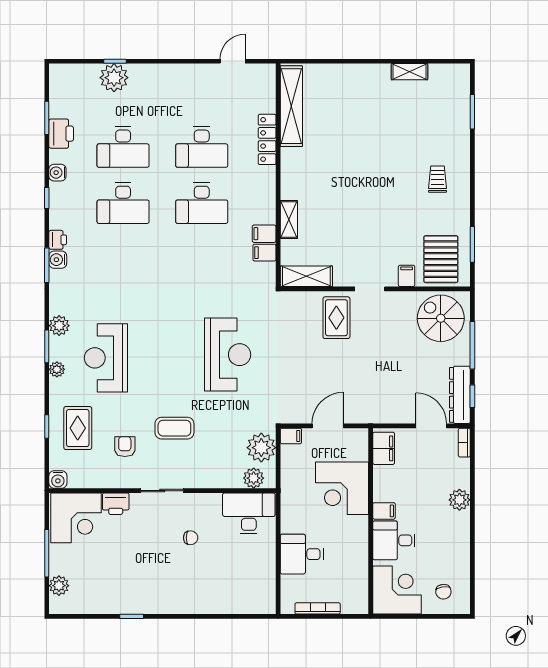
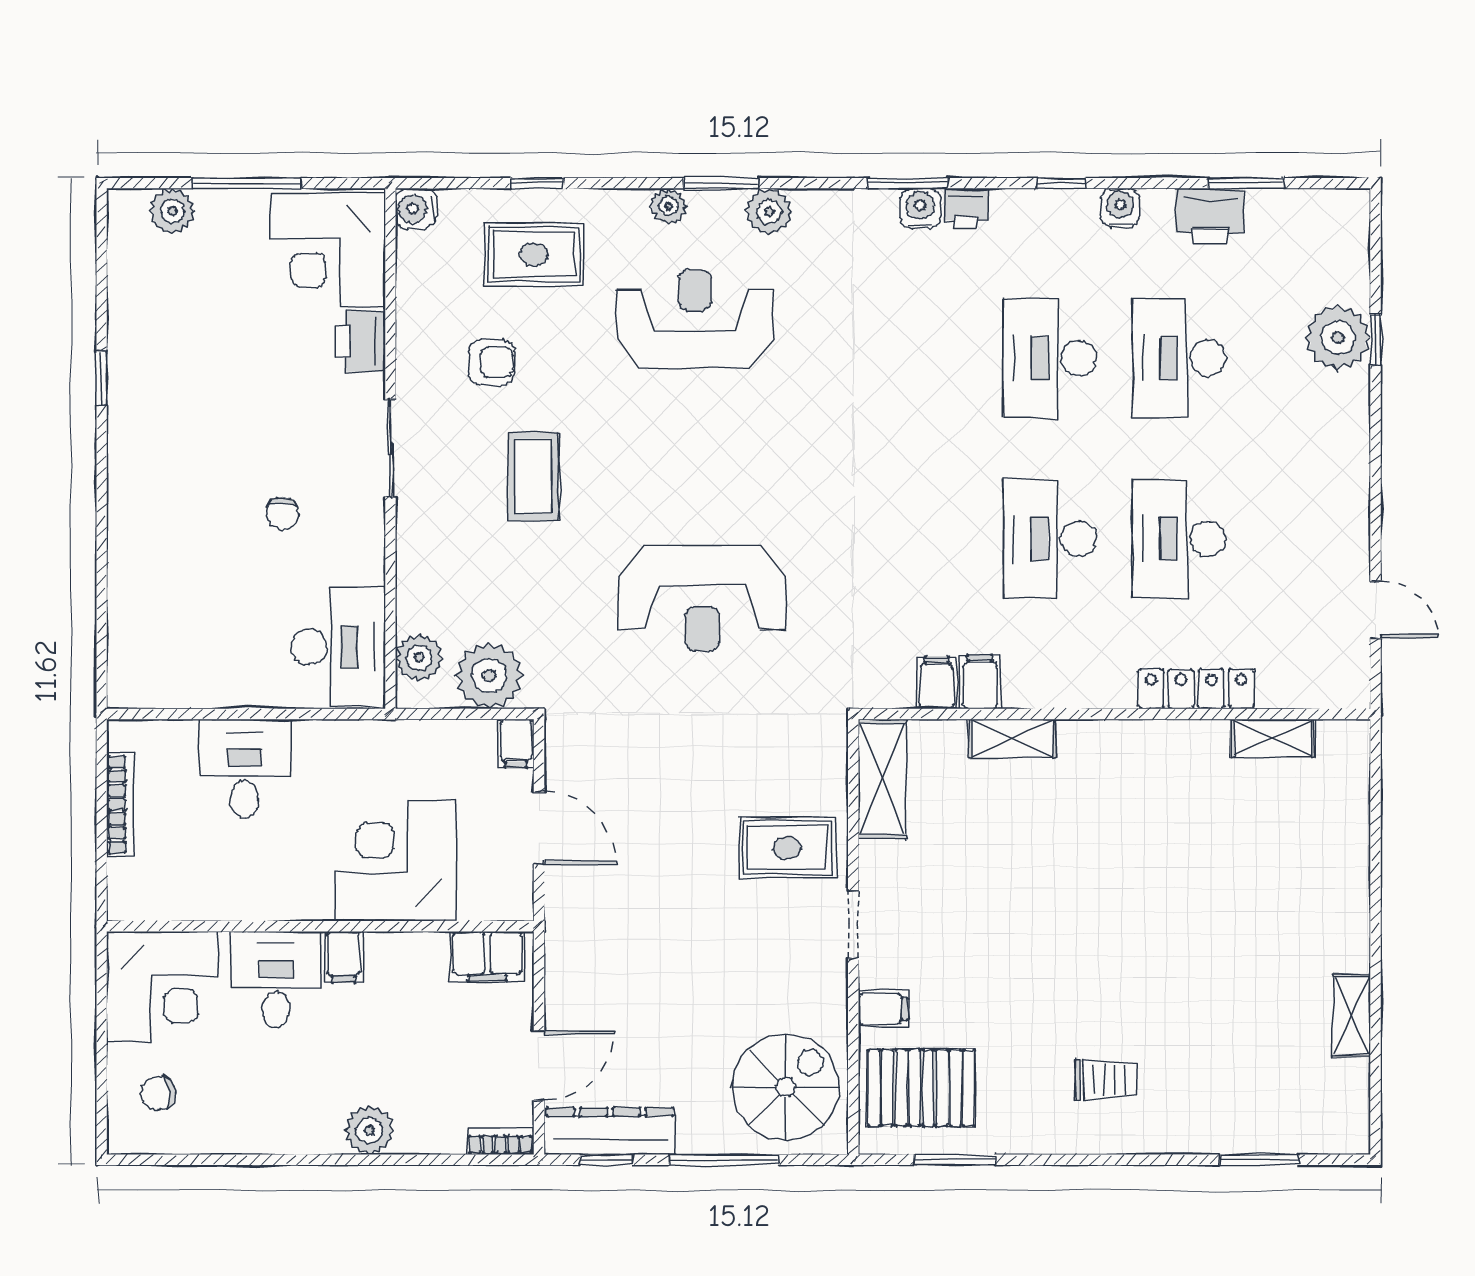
shelving: (291, 106) -> (1273, 738), width x0.45, depth x0.75

